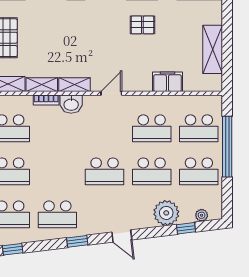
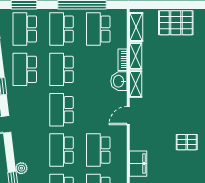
pallet: (142, 25) -> (187, 142), turned 90
door: (111, 93) -> (128, 116), swing flipped
school desk: (57, 171) -> (61, 69), added
plant: (166, 213) -> (21, 168), width x0.53, depth x0.53

